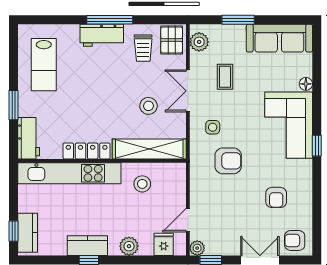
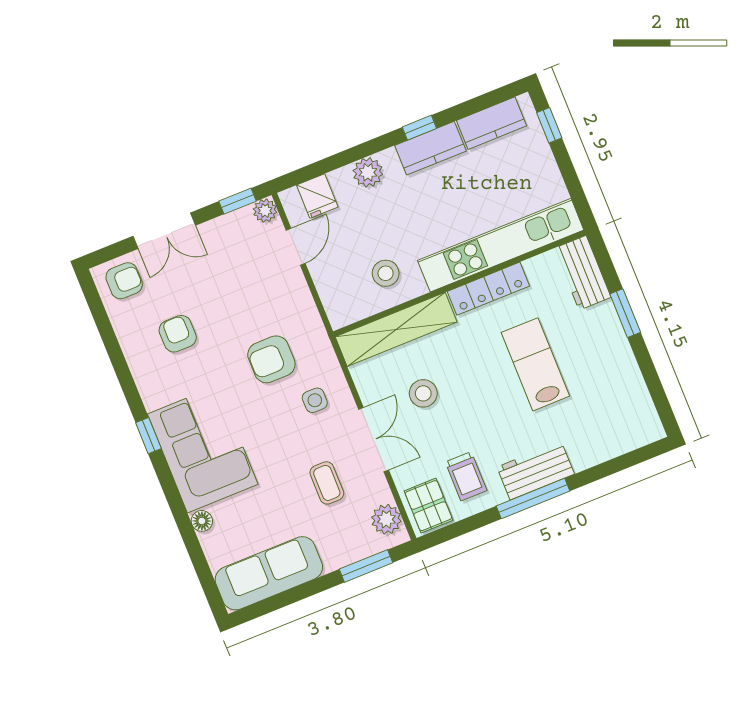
window: (238, 20) -> (366, 566), moved
trolley: (143, 48) -> (466, 476), turned 180
lab bench: (44, 65) -> (535, 364), moved
kitchen counter: (28, 233) -> (491, 123), moved, turned -90

